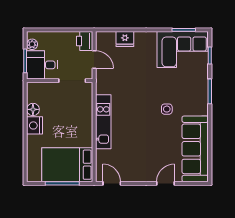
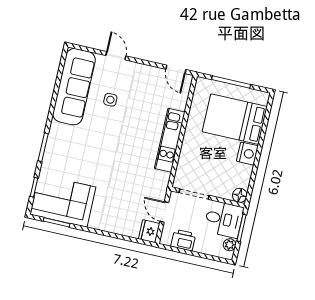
fridge: (125, 39) -> (149, 231), moved, turned -90
printer: (85, 41) -> (183, 240), moved, turned -90
floor lamp: (33, 109) -> (240, 195), moved
side table: (167, 109) -> (110, 100), moved
bed: (67, 165) -> (235, 119), moved, turned 180
door: (165, 183) -> (116, 56), swing flipped

